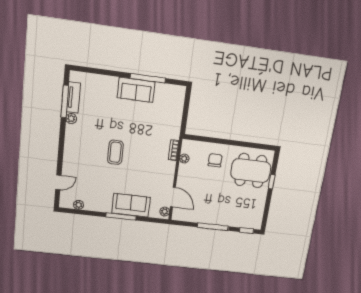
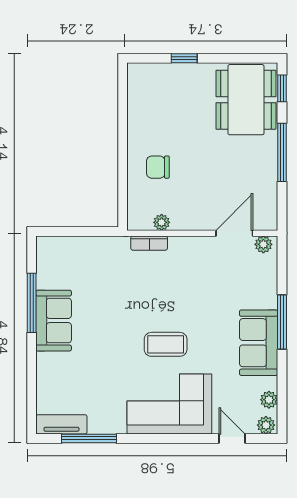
tv unit: (73, 97) -> (61, 424), moved
plant: (71, 119) -> (266, 425), moved
corner sofa: (81, 150) -> (169, 404), added
dining table: (251, 171) -> (246, 100), moved
sofa: (131, 205) -> (259, 343), moved

